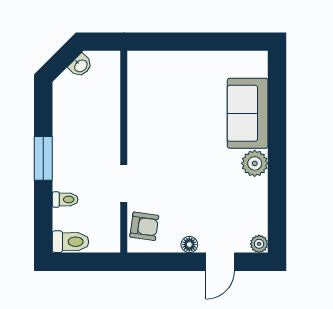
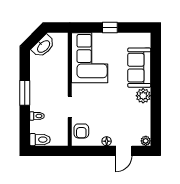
window: (195, 42) -> (110, 27), added
washbasin: (81, 66) -> (43, 46), width x1.91, depth x1.45
corner sofa: (159, 96) -> (90, 58), added
armchair: (144, 226) -> (81, 131), turned 82

